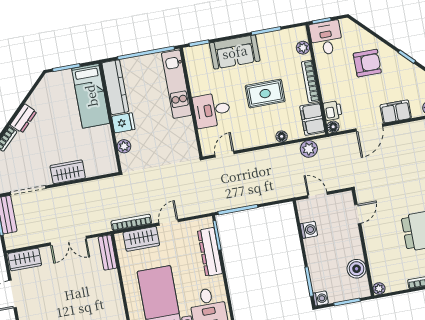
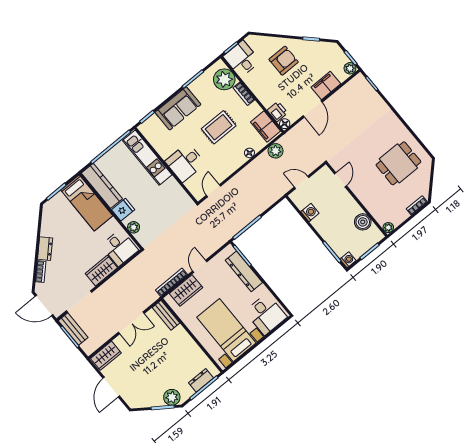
plant: (303, 48) -> (224, 79), width x1.88, depth x1.88
bookcase: (310, 81) -> (244, 94), width x0.64
desk: (99, 159) -> (120, 248), added

